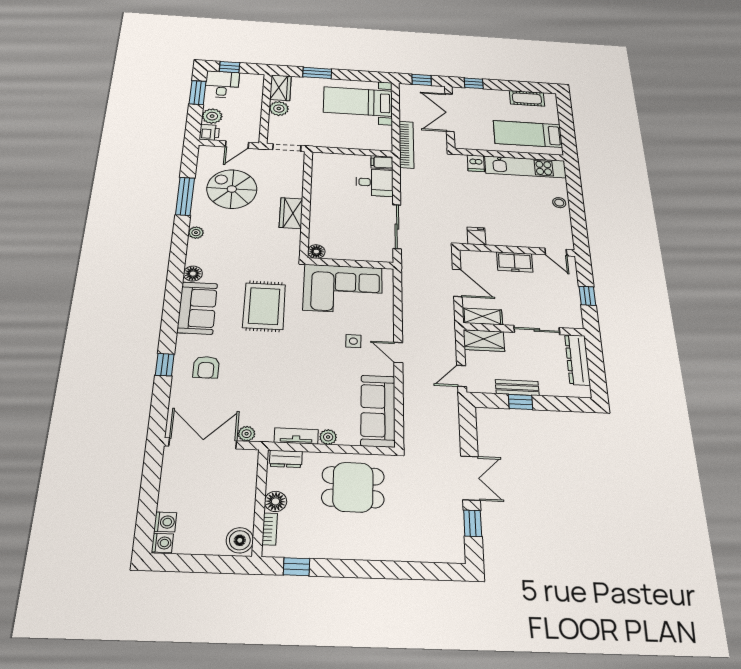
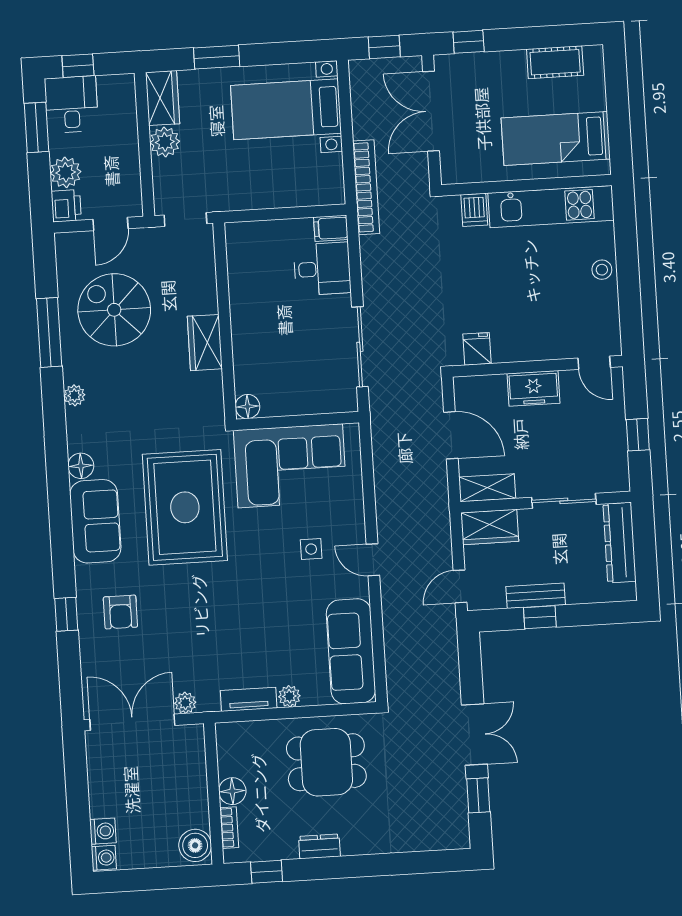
rug: (264, 306) -> (185, 507), width x1.37, depth x1.44
dresser: (286, 459) -> (319, 846), moved, turned 180

